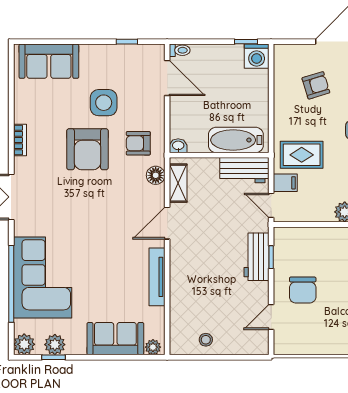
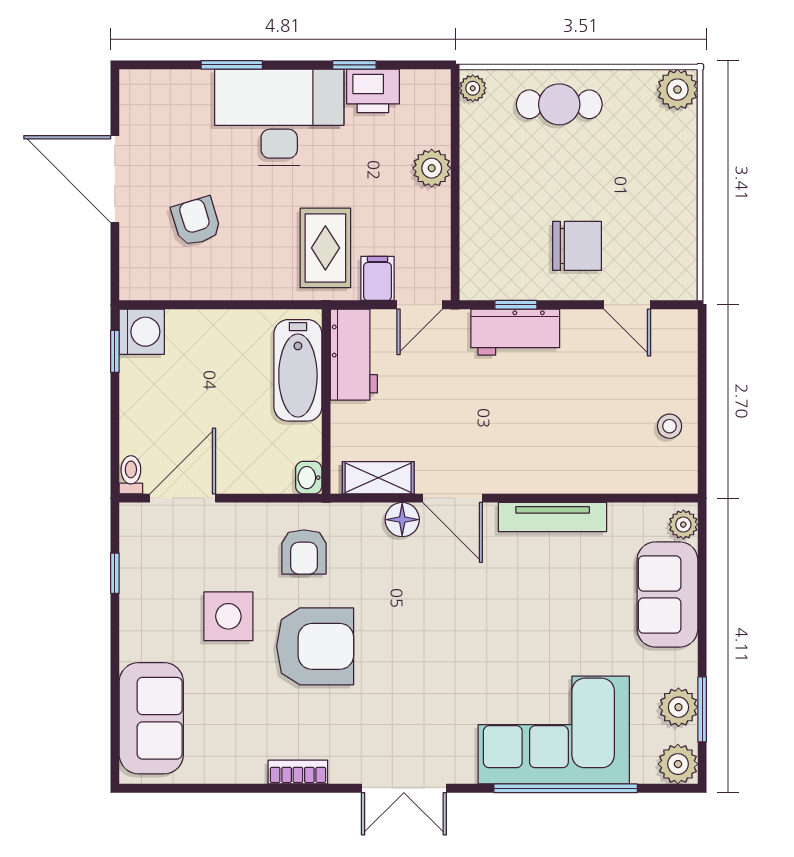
floor lamp: (156, 175) -> (402, 520), moved
window: (54, 357) -> (702, 709), width x1.50

